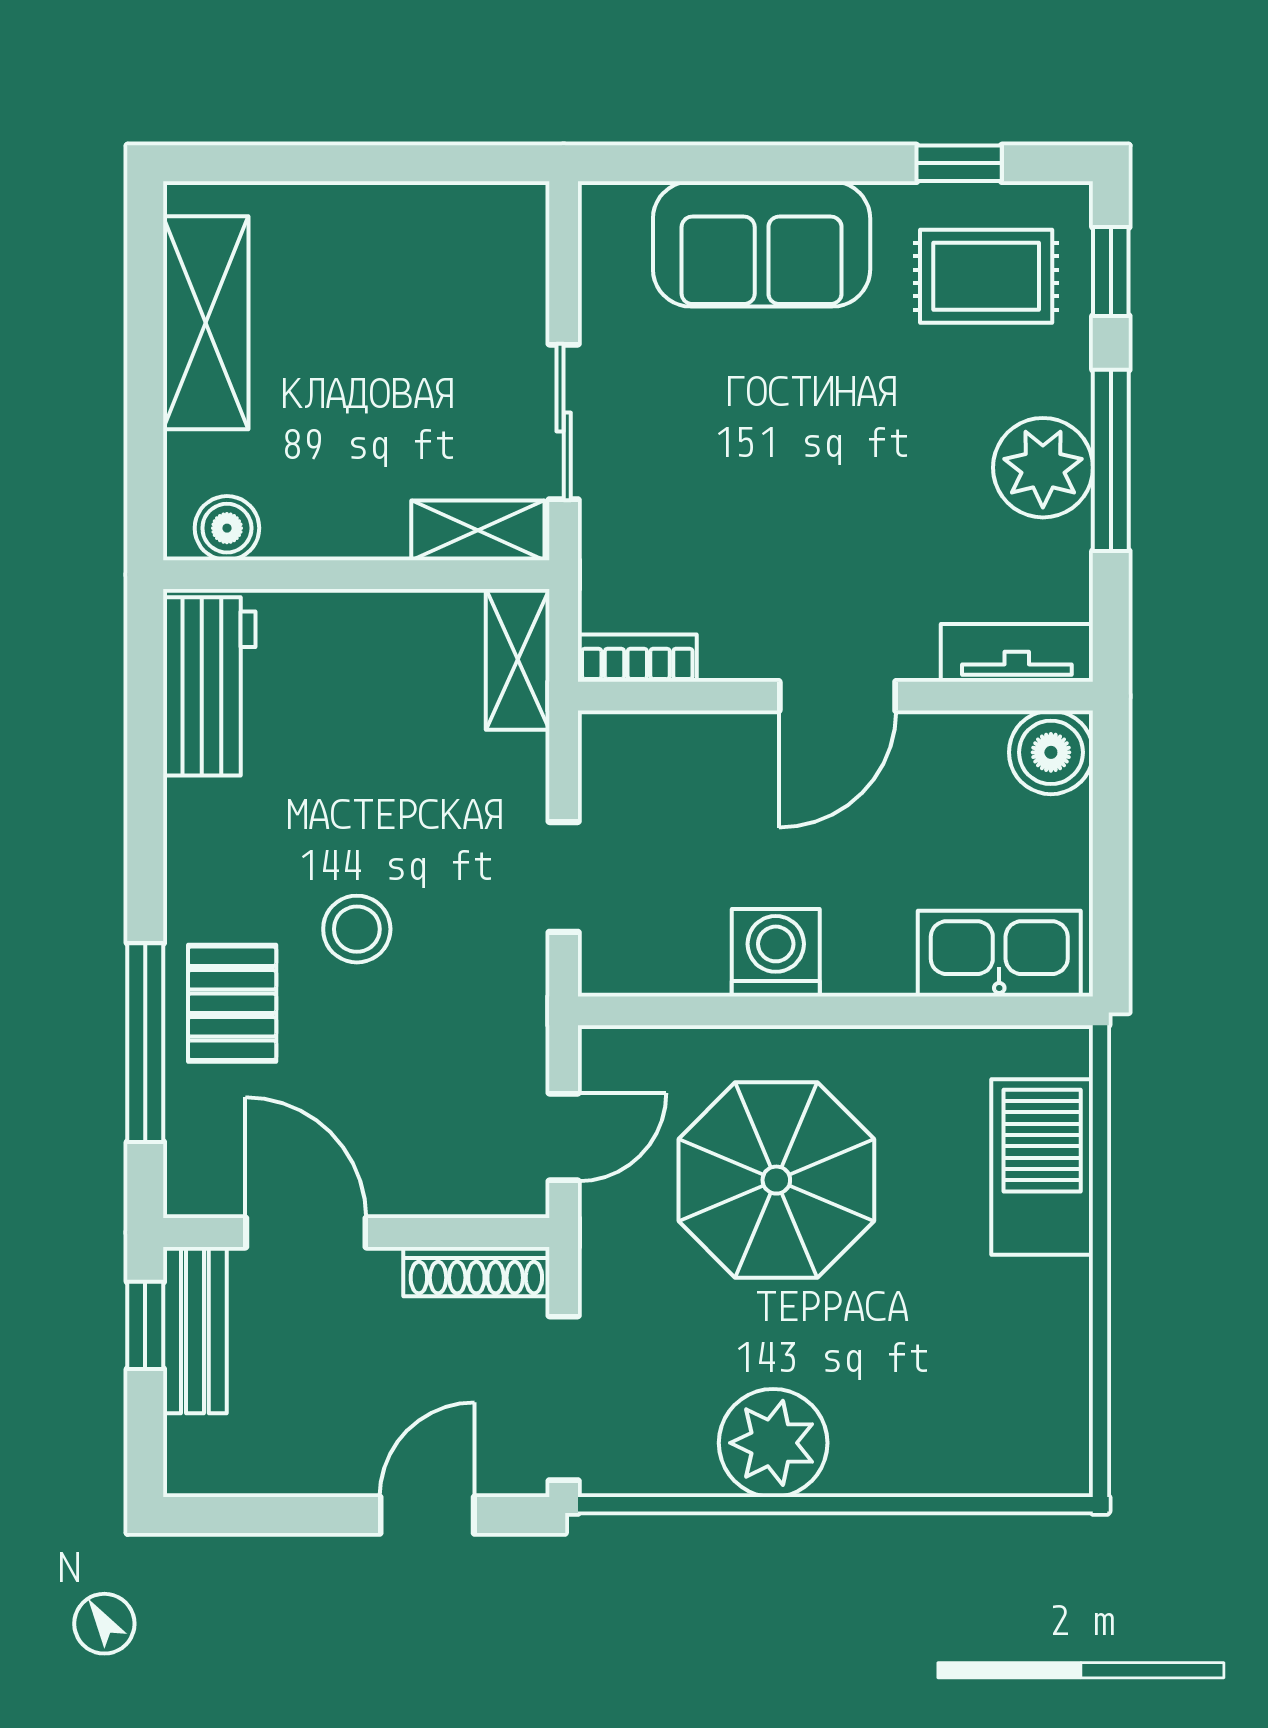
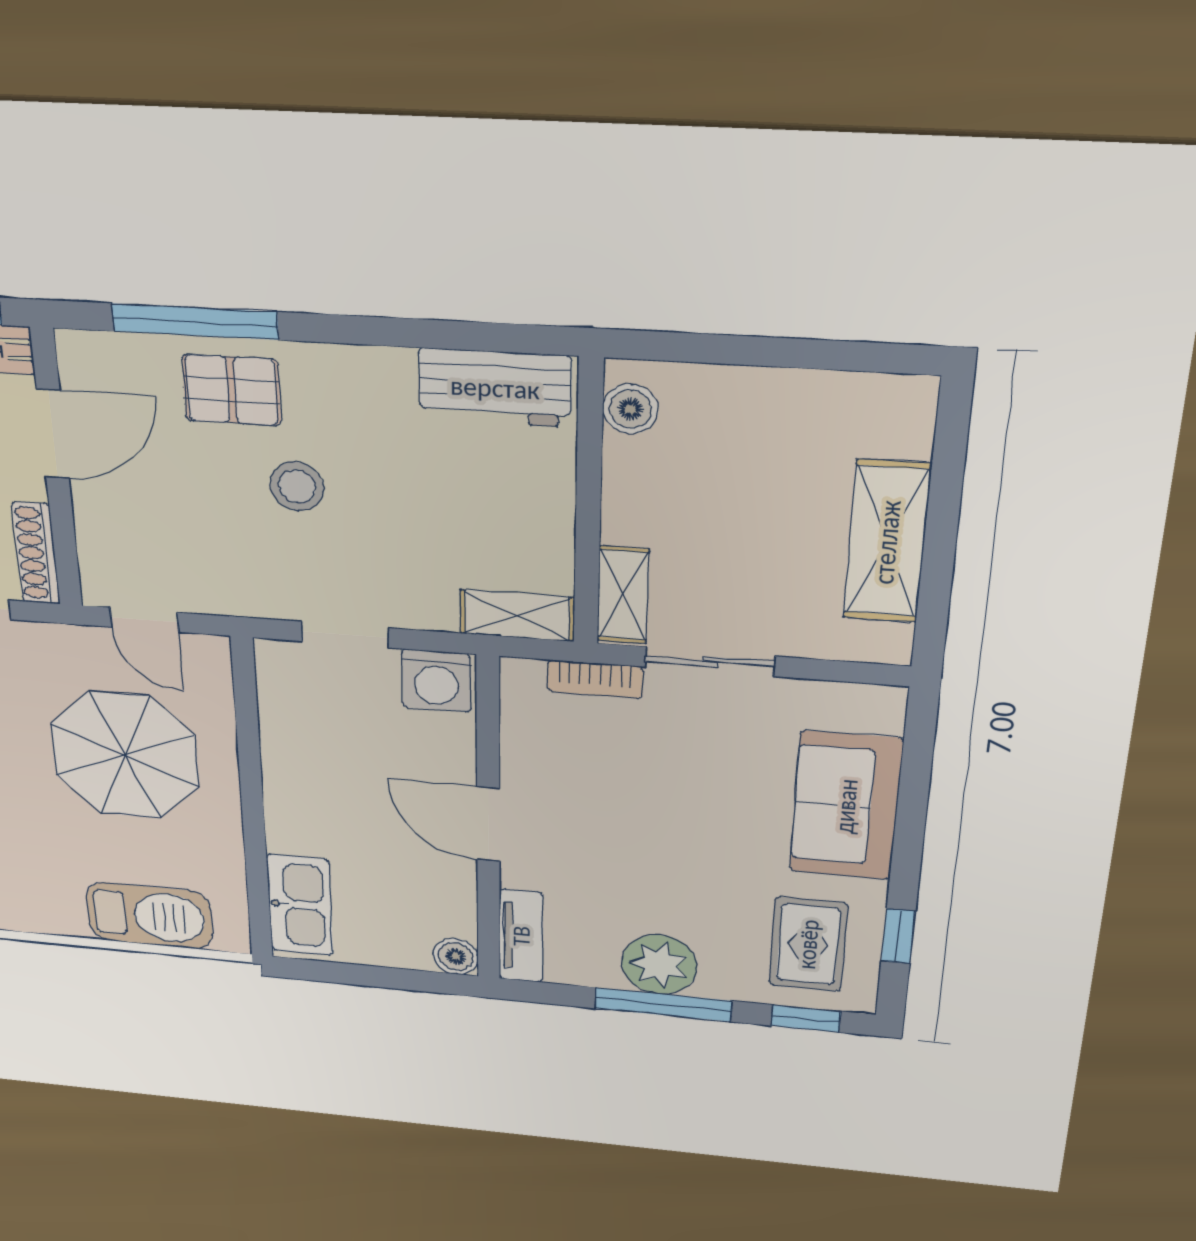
shelving: (206, 323) -> (887, 542), moved, turned 90
bookcase: (637, 658) -> (595, 679), moved, turned 90
boiler: (1051, 752) -> (456, 956), width x0.73, depth x0.73
washing machine: (776, 953) -> (436, 681), moved, turned 90

